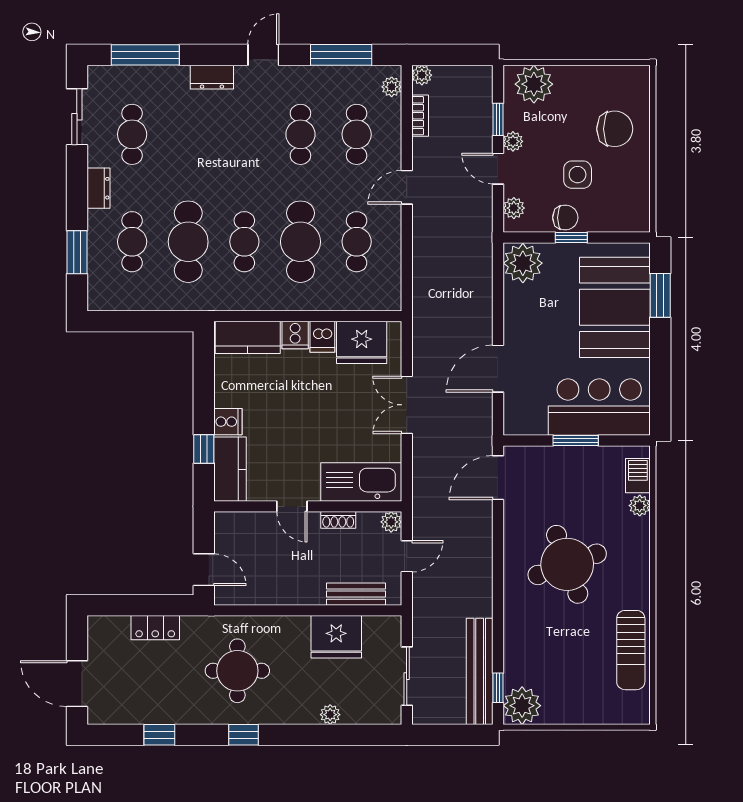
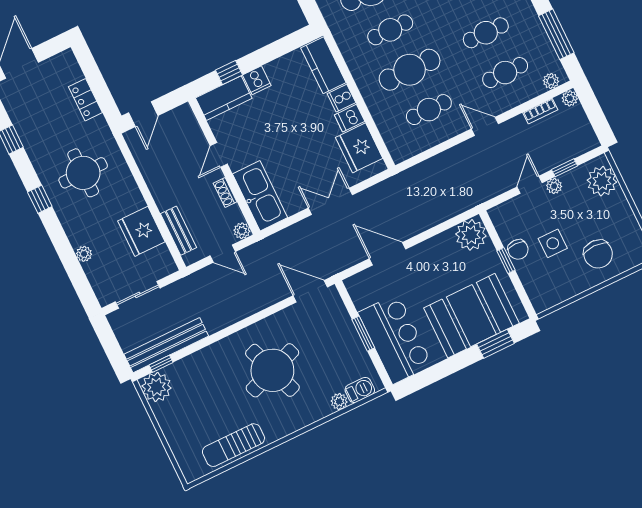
plant: (514, 208) -> (507, 210), removed

